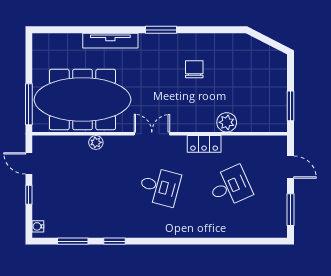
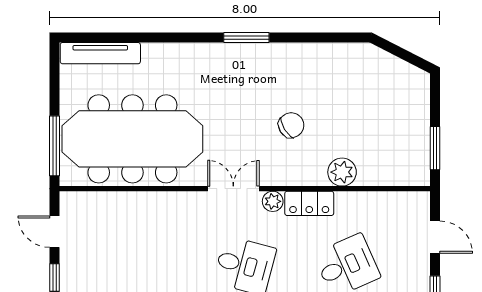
tv unit: (110, 41) -> (100, 53), moved
chair: (194, 69) -> (291, 125), moved, turned 58
plant: (96, 142) -> (273, 201), moved

